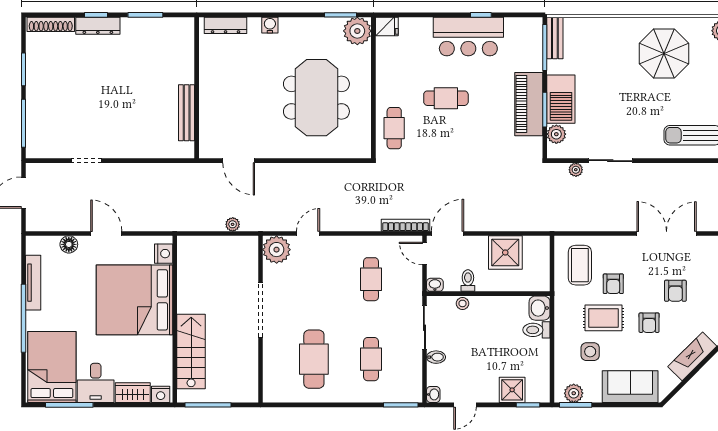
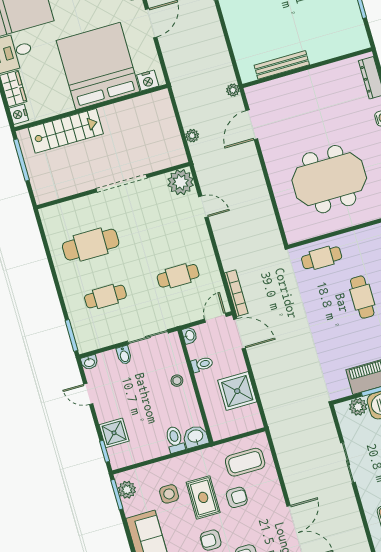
plant: (576, 170) -> (233, 90), moved
armchair: (613, 284) -> (237, 497), turned 180
stool: (462, 303) -> (177, 381), moved

